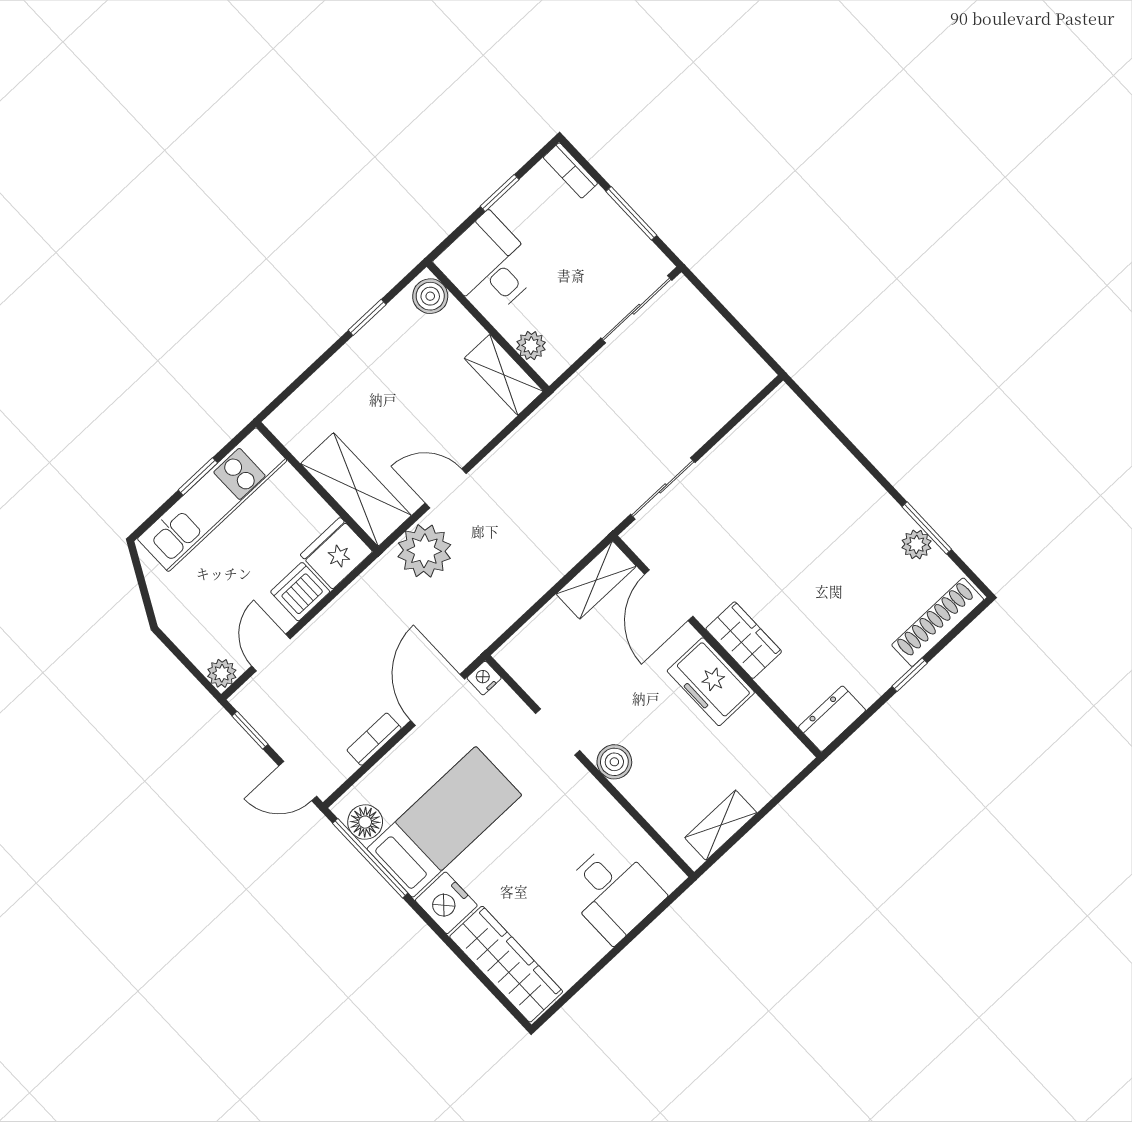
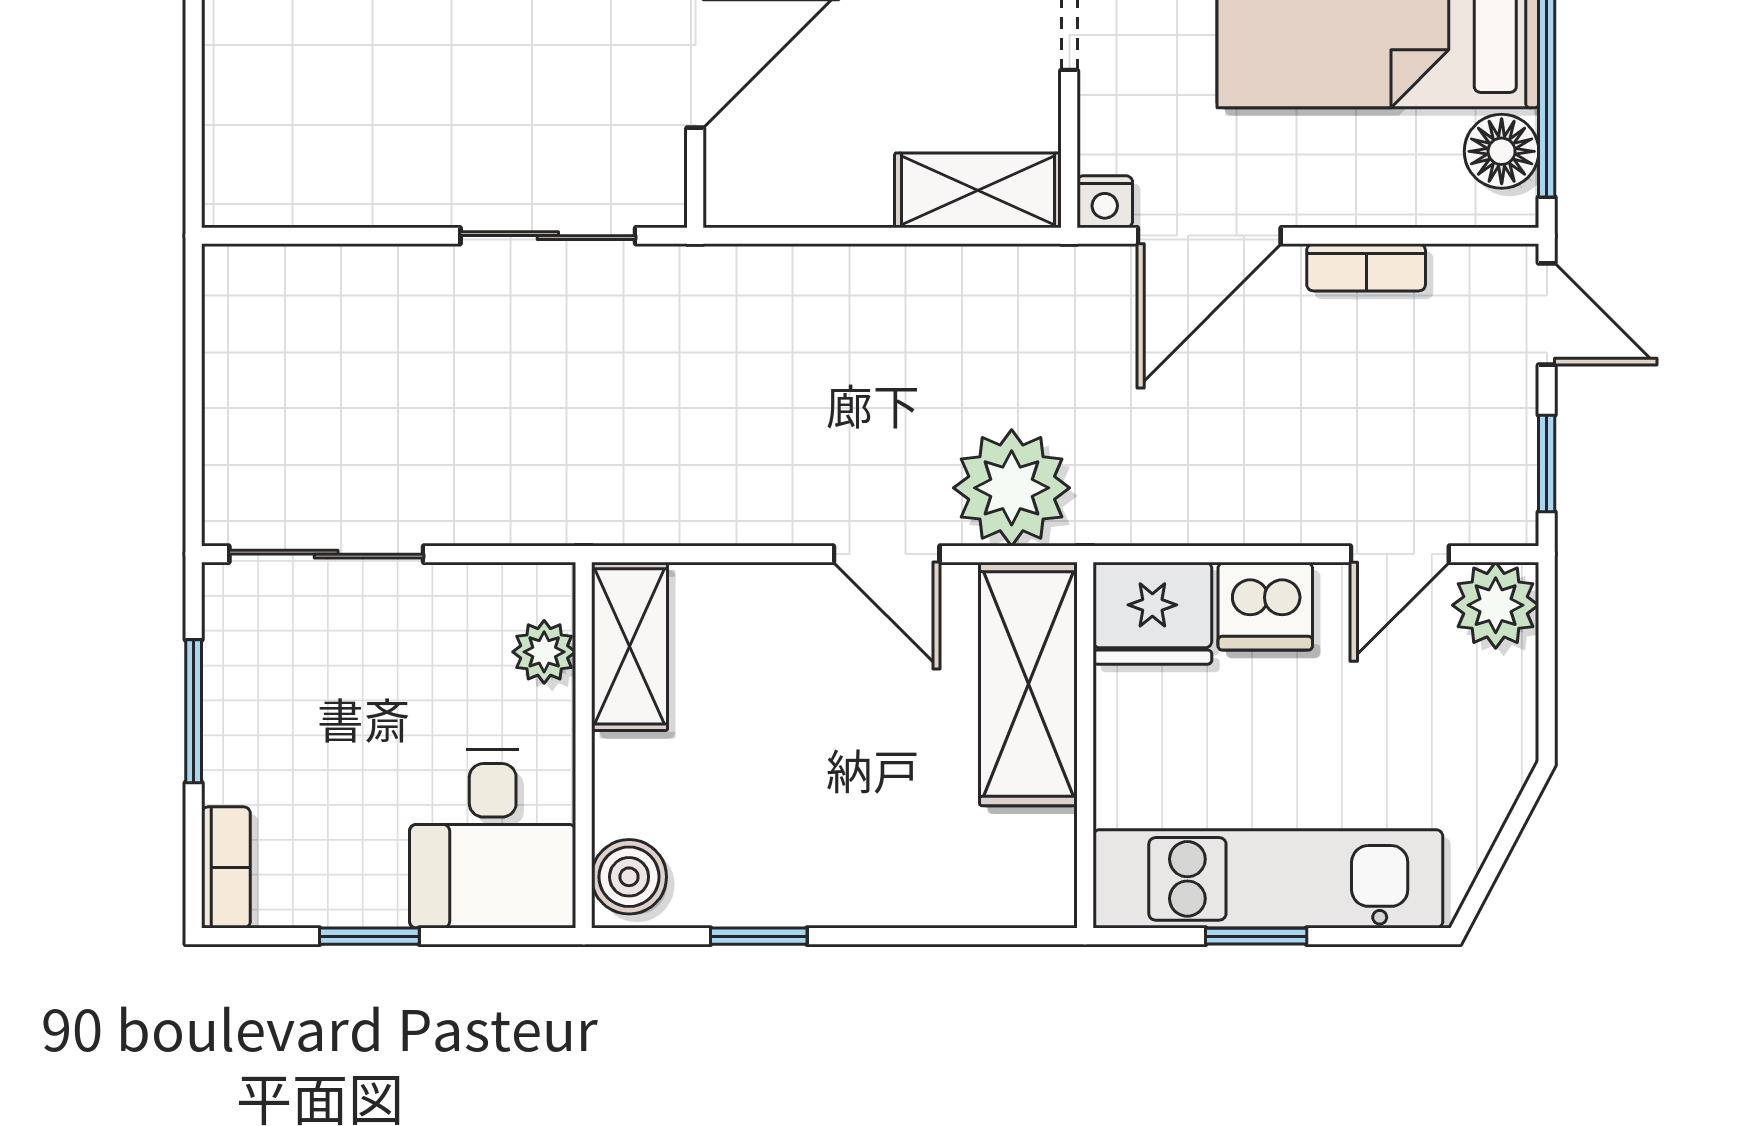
shelving: (596, 580) -> (978, 190), moved
plant: (222, 673) -> (1496, 605), width x1.38, depth x1.38

